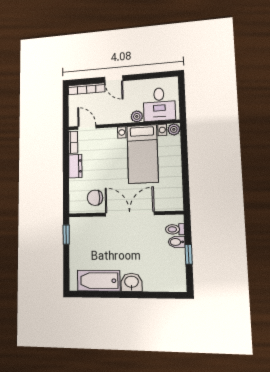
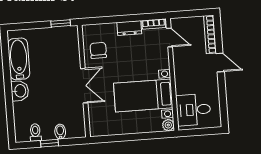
door: (114, 79) -> (220, 62), swing flipped
plant: (137, 116) -> (181, 88), removed
door: (87, 127) -> (169, 37), hinge flipped
double door: (130, 214) -> (84, 86), width x0.73
toilet: (175, 229) -> (35, 132), moved

